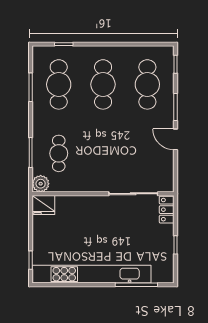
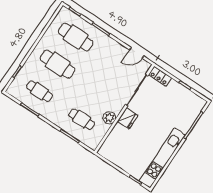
cafe table: (59, 84) -> (40, 91), width x0.73, depth x0.74
door: (176, 139) -> (137, 53), moved
plant: (41, 184) -> (109, 118), moved
fridge: (43, 205) -> (128, 118), moved
kitchen unit: (92, 274) -> (162, 158), width x0.73

